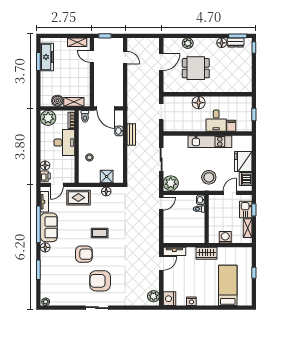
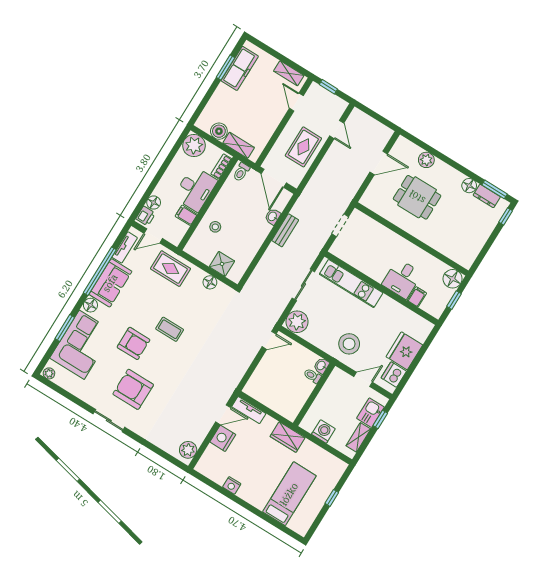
rug: (112, 80) -> (303, 147), added
floor lamp: (199, 103) -> (453, 279), moved
kitchen unit: (210, 142) -> (351, 283), moved
filing cabinet: (69, 161) -> (186, 215), added
corner sofa: (54, 273) -> (82, 345), added
nightstand: (169, 299) -> (223, 438), moved

